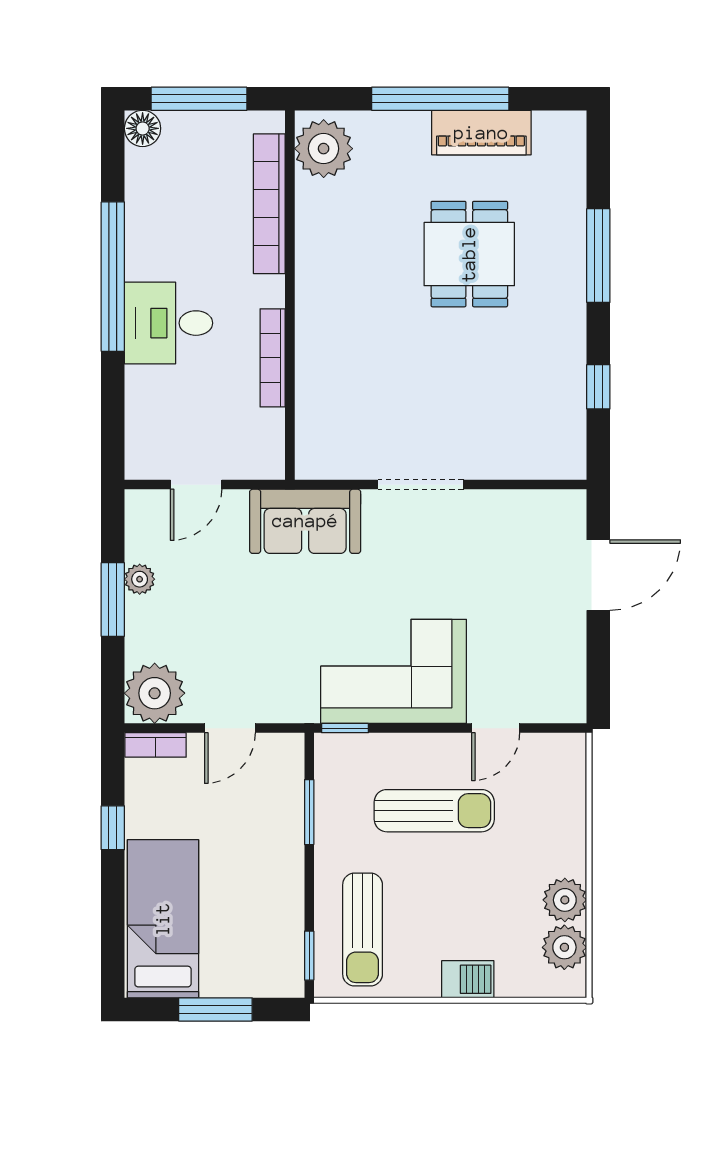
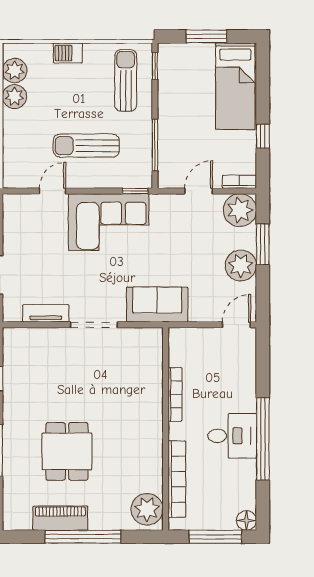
desk: (169, 323) -> (232, 436), moved
door: (196, 485) -> (236, 325), moved
tv unit: (508, 505) -> (46, 313), added
plant: (140, 579) -> (241, 265), width x1.88, depth x1.88
window: (113, 599) -> (263, 244), moved
window: (309, 812) -> (155, 145), width x1.44

